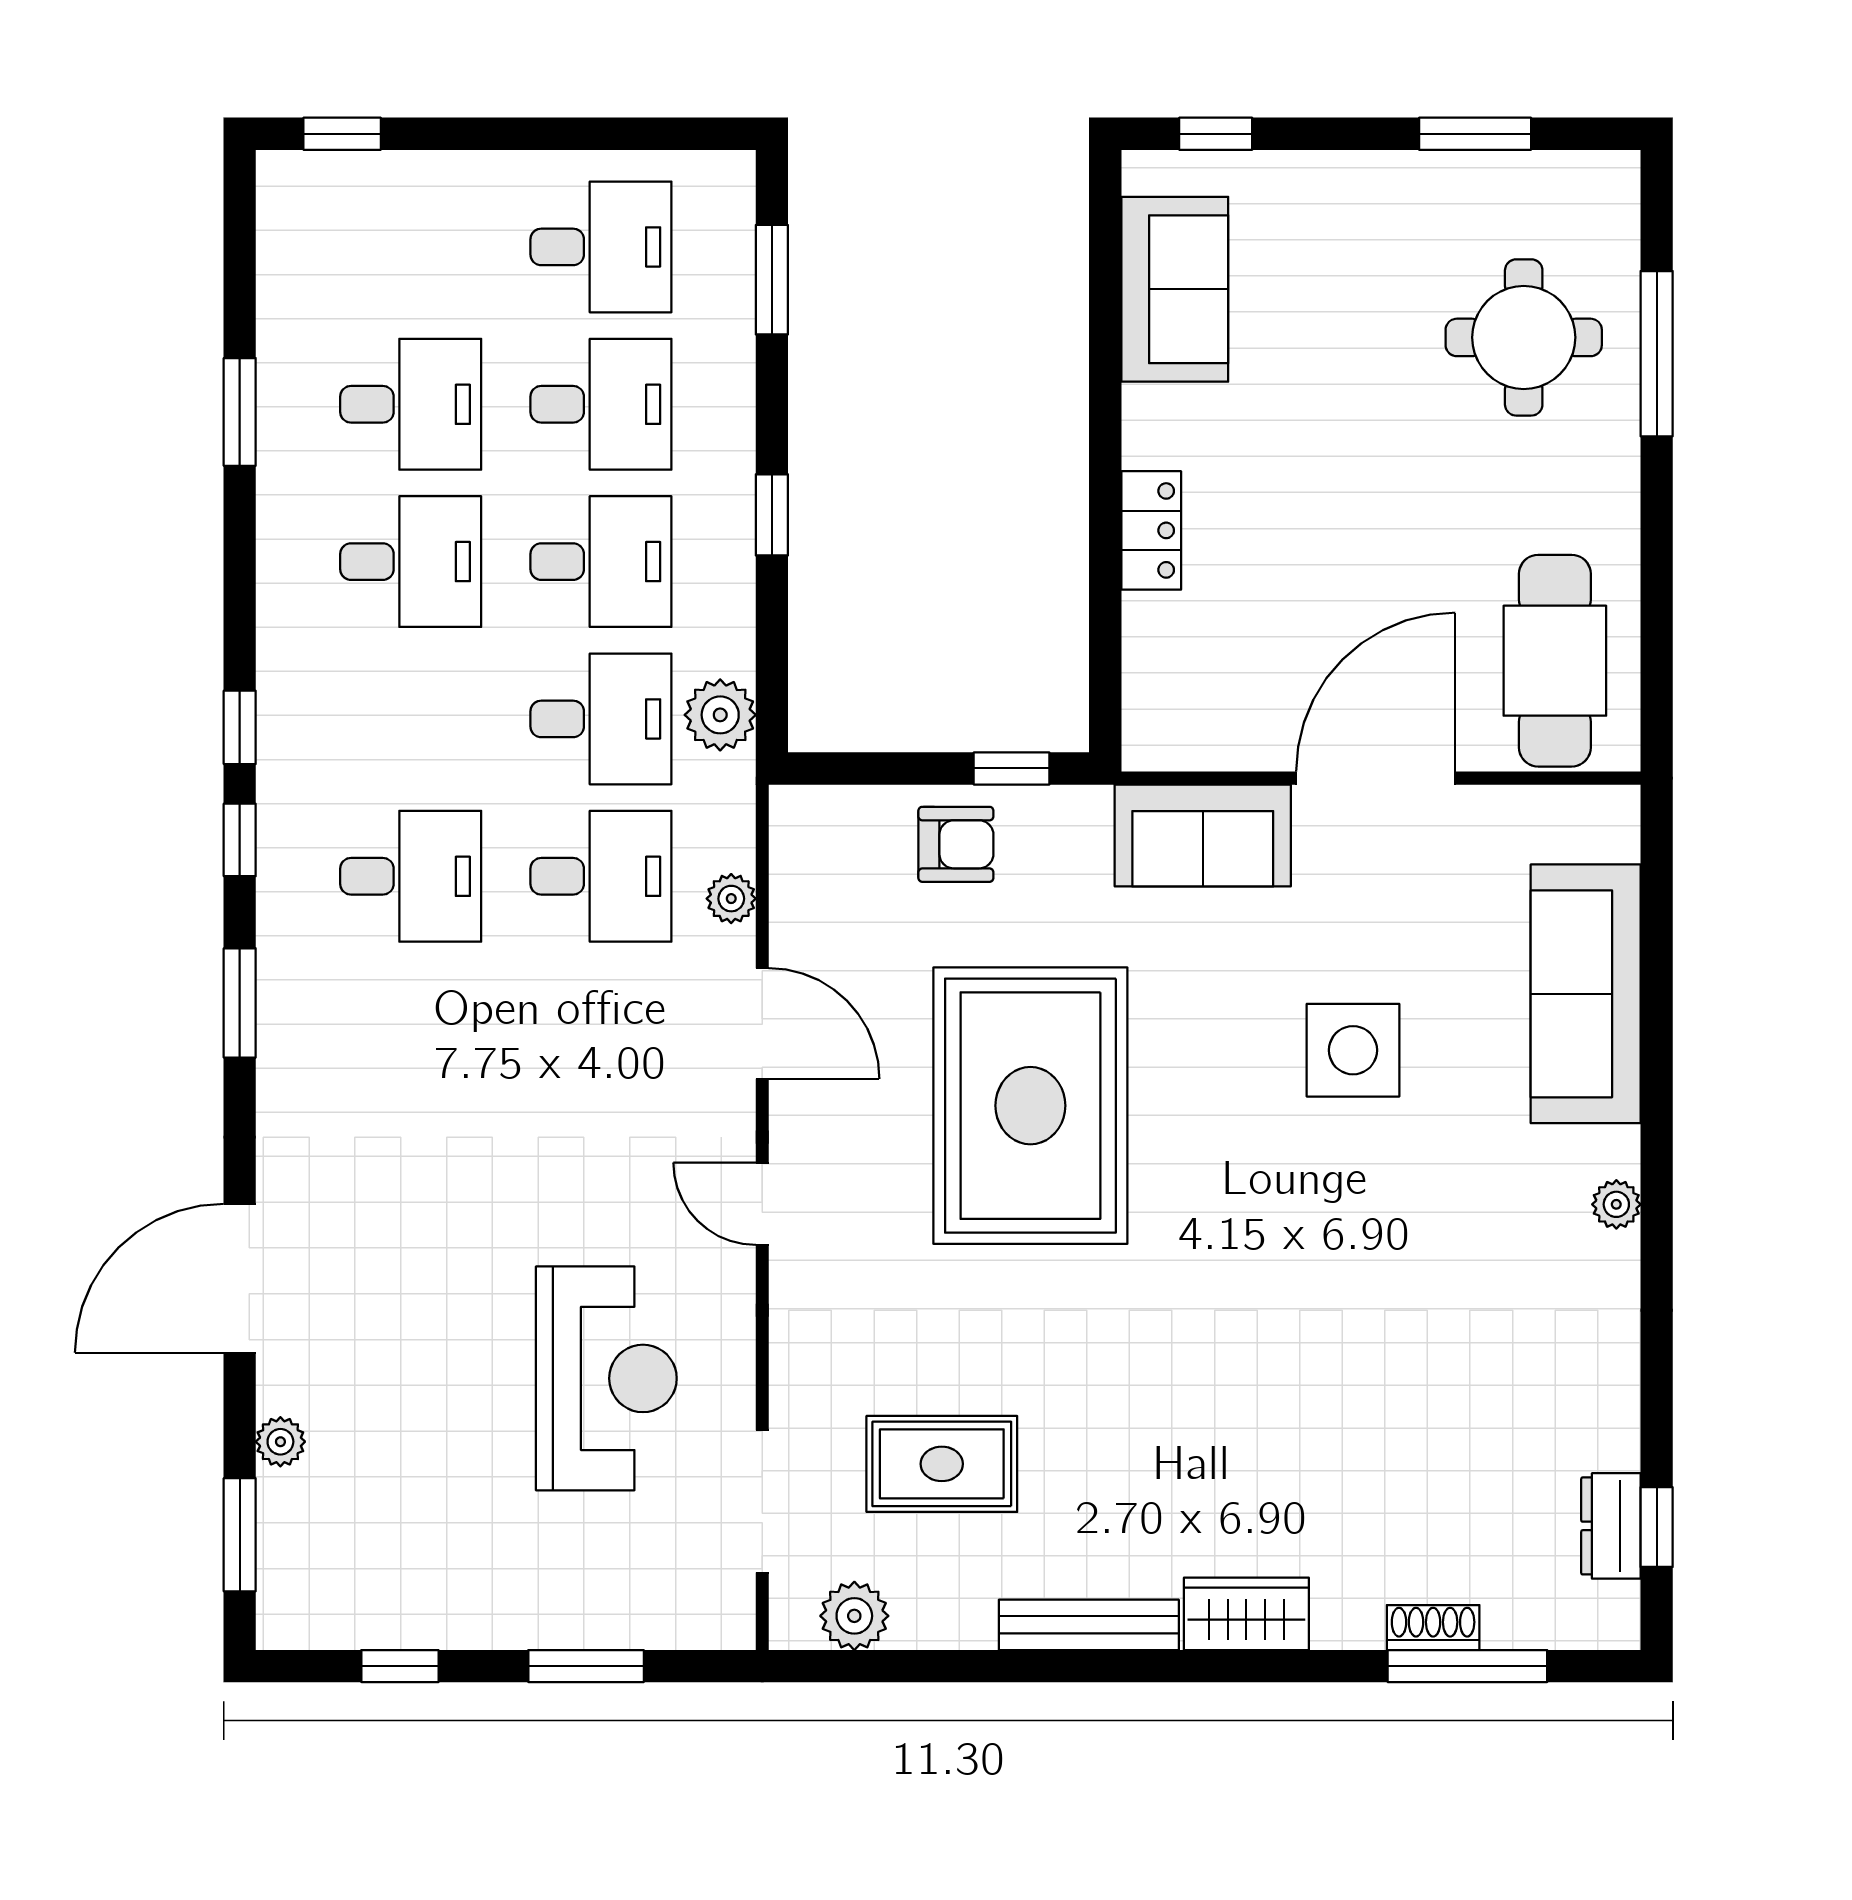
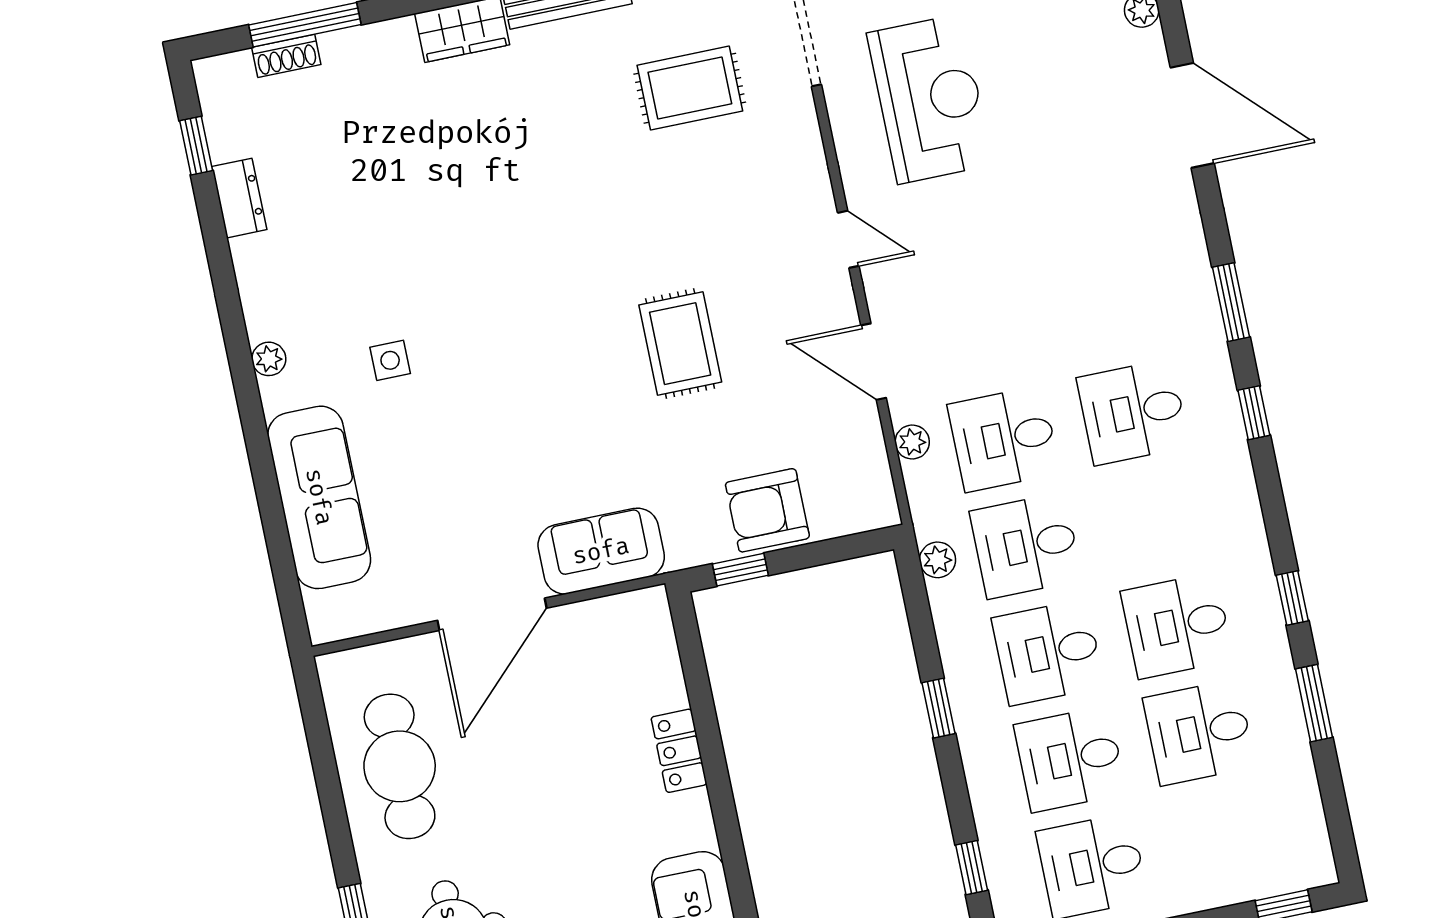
window: (772, 280) -> (972, 868), width x0.67
cafe table: (1555, 661) -> (400, 766), moved
plant: (720, 715) -> (938, 560), width x0.73, depth x0.73
window: (240, 727) -> (1292, 598), moved
armchair: (956, 844) -> (767, 510), width x1.38, depth x1.38
side table: (1353, 1050) -> (390, 360), moved, width x0.54, depth x0.54
rug: (1030, 1106) -> (680, 344), width x0.54, depth x0.49
door: (240, 1278) -> (1192, 115), hinge flipped
reception desk: (606, 1378) -> (930, 99), turned 180
dresser: (1611, 1526) -> (239, 198), moved
shoe rack: (1433, 1628) -> (286, 56), moved

